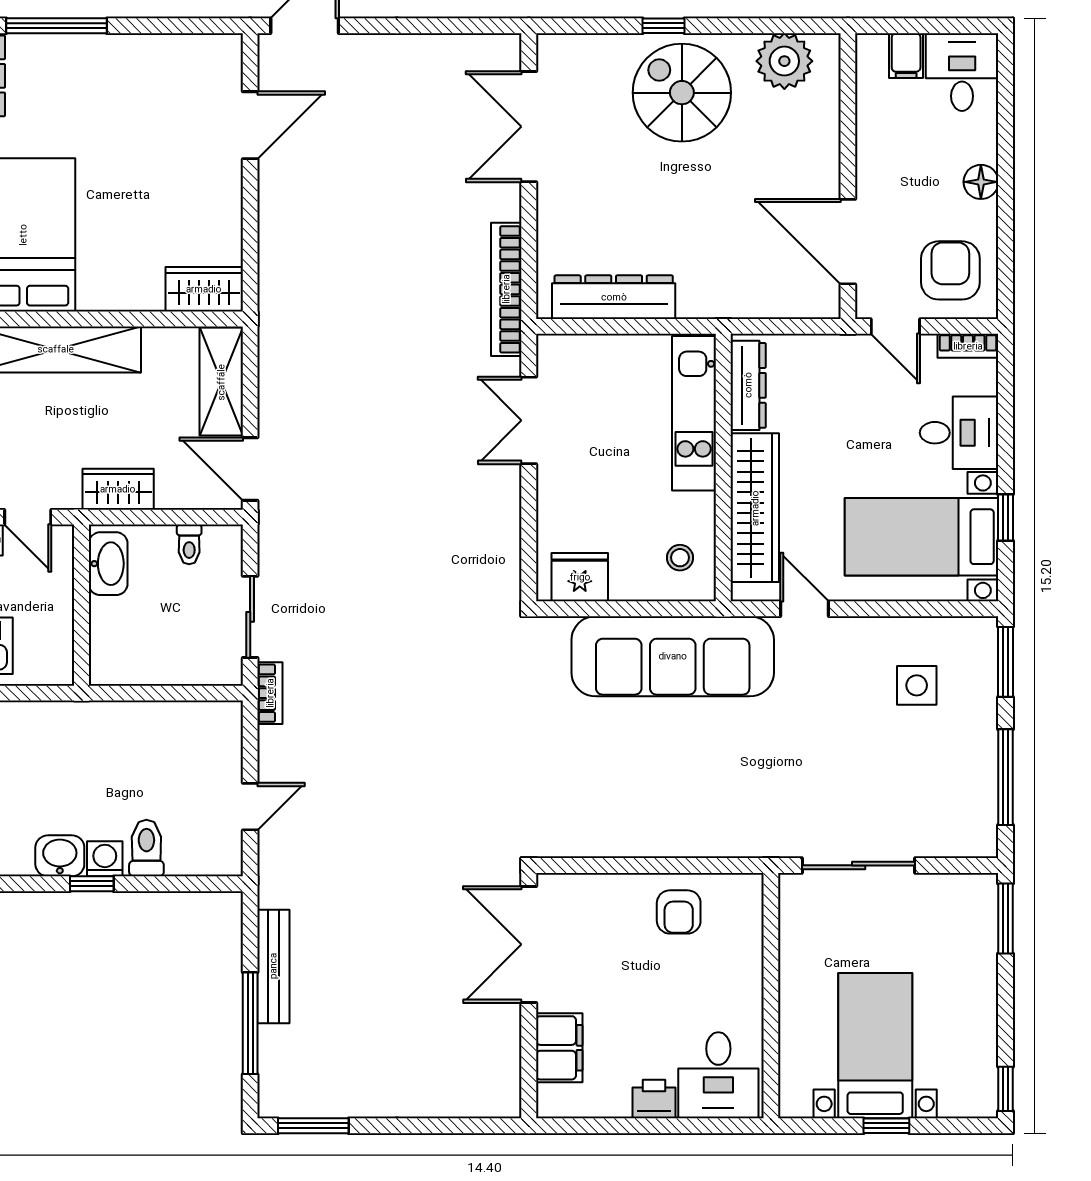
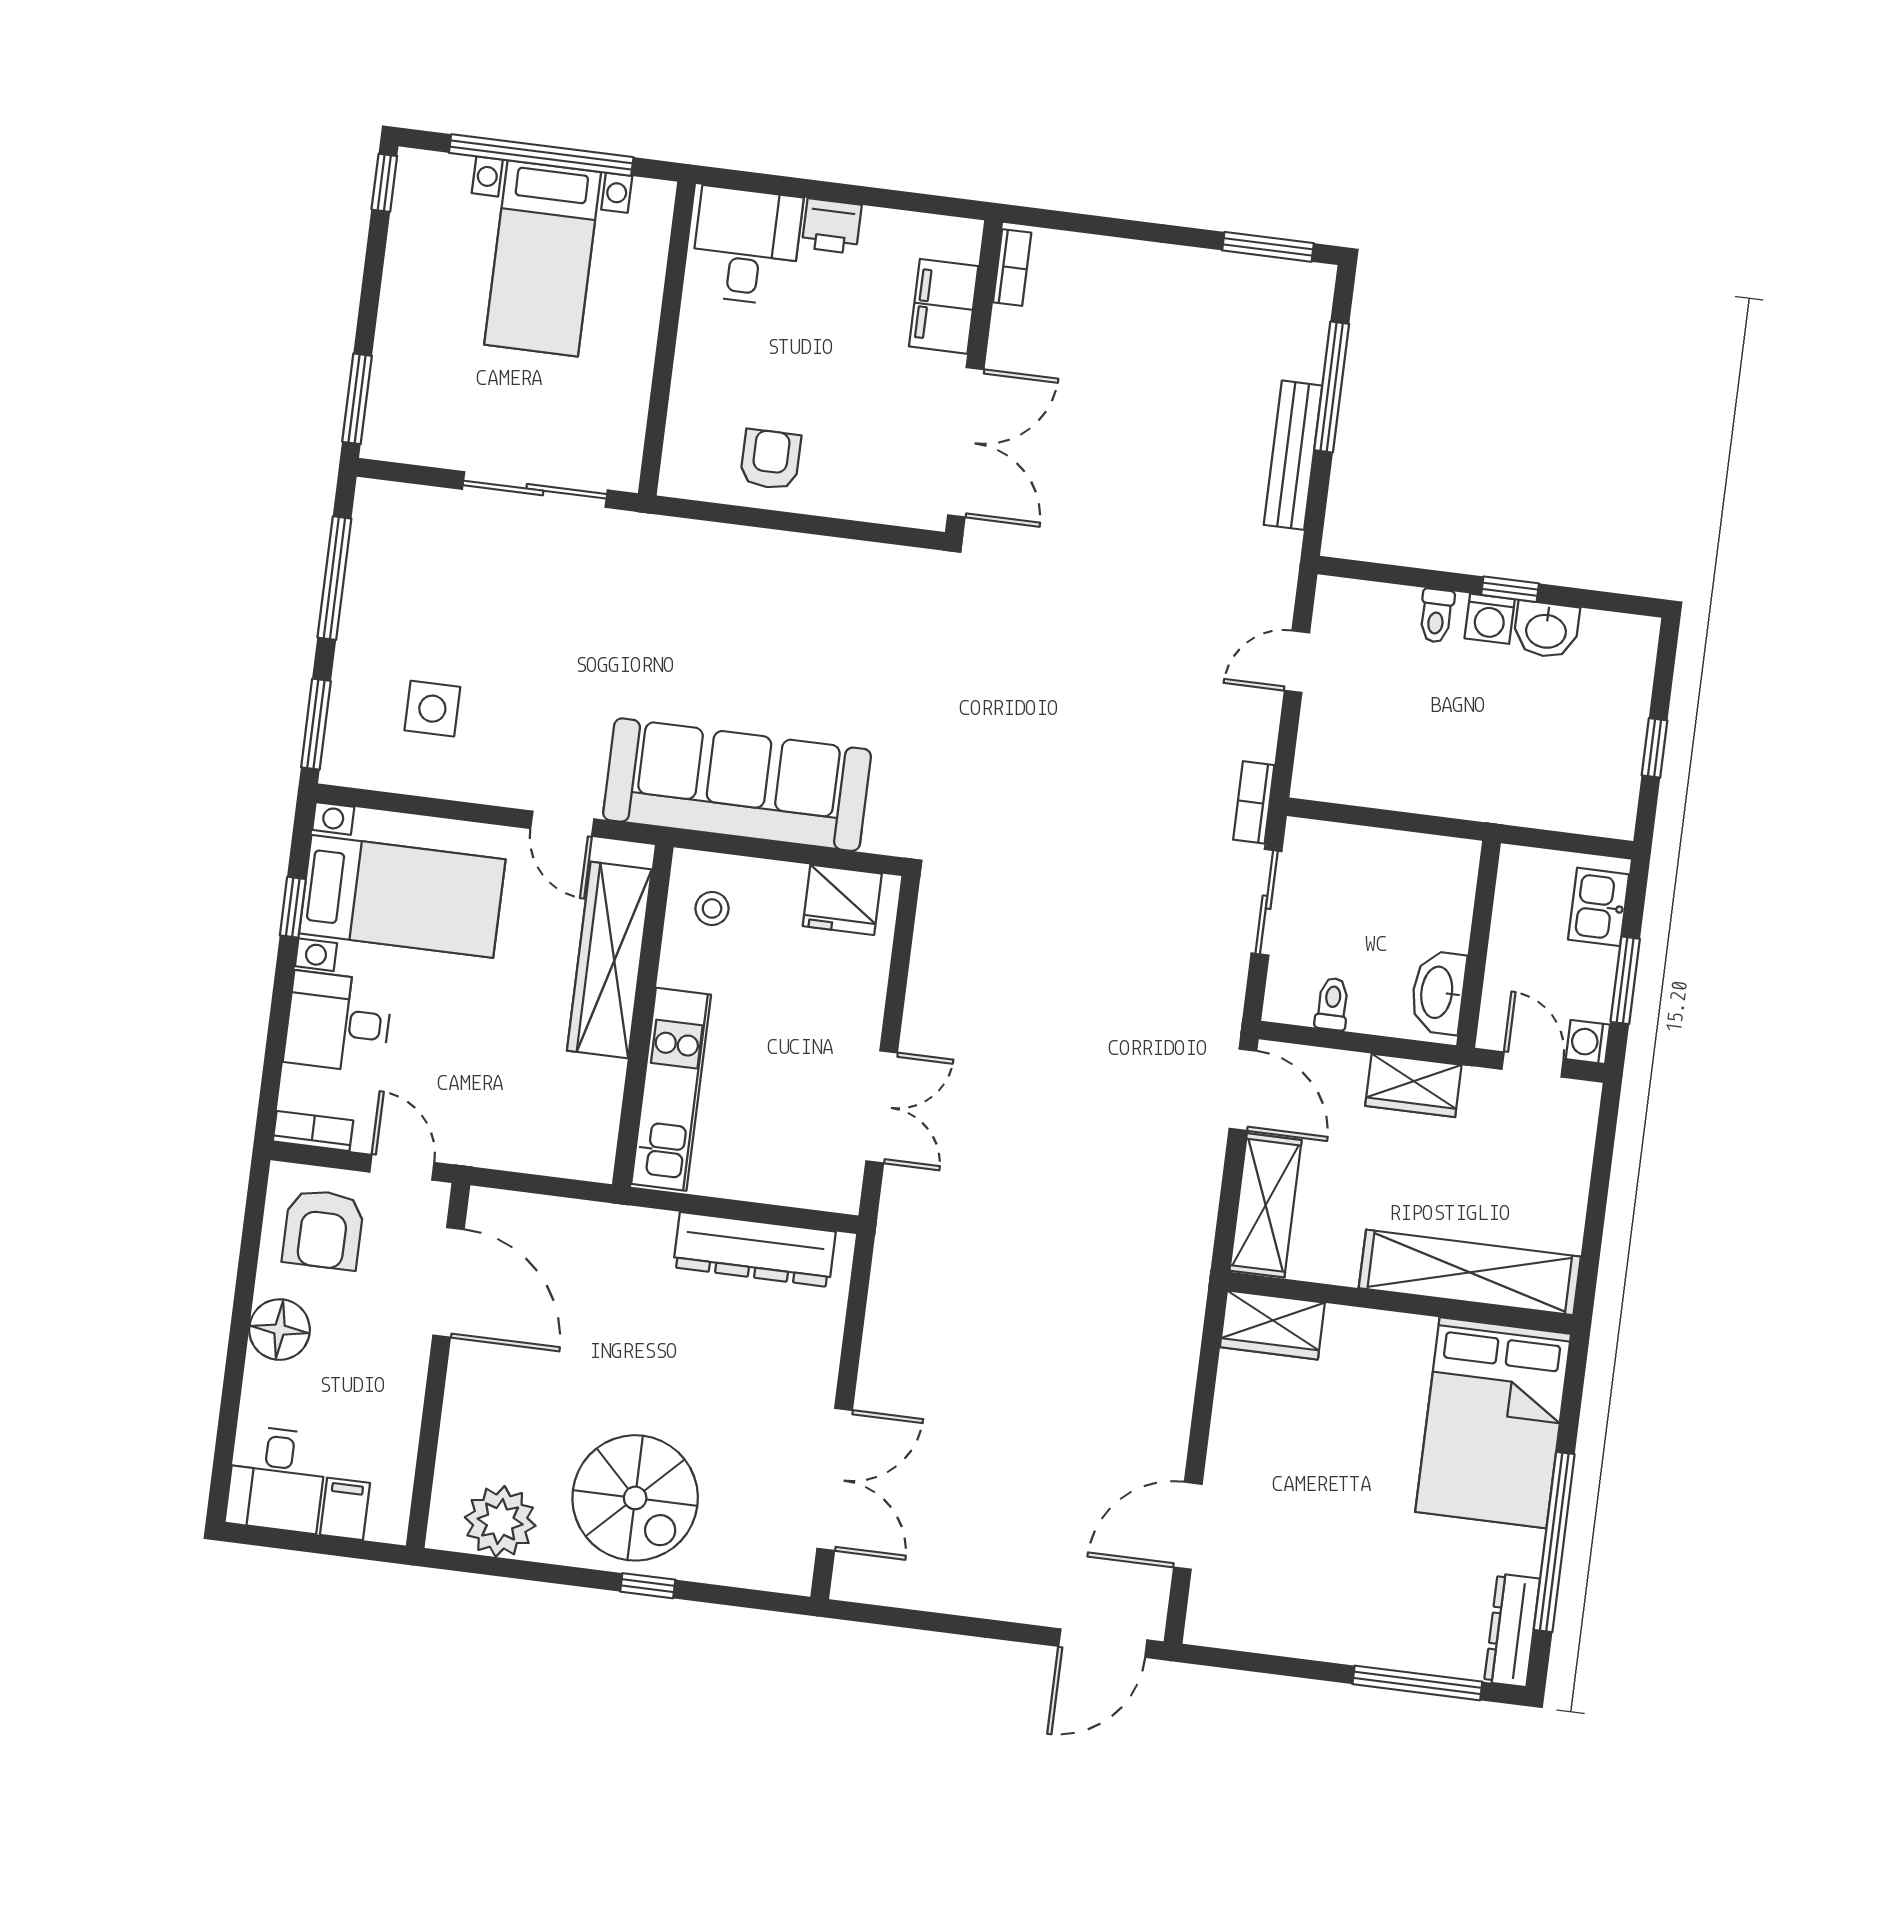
floor lamp: (981, 182) -> (279, 1330), width x1.38, depth x1.38
bookcase: (506, 289) -> (1012, 267), moved, width x0.43, depth x0.76
dresser: (748, 385) -> (598, 1116), removed
toilet: (146, 848) -> (1436, 616), width x0.73, depth x0.72
window: (886, 1126) -> (541, 155), width x3.17

